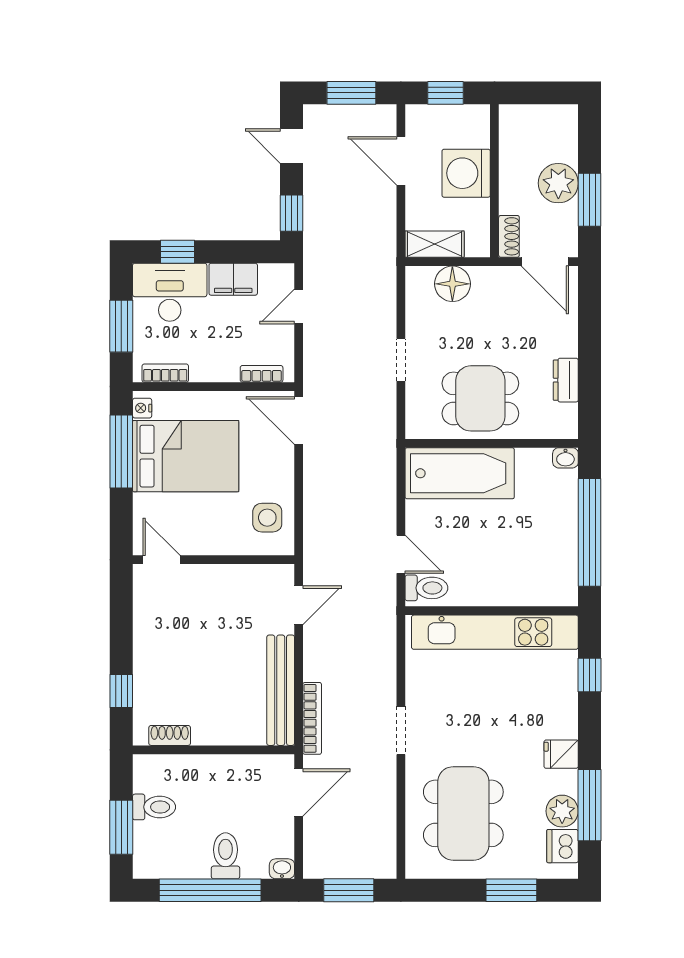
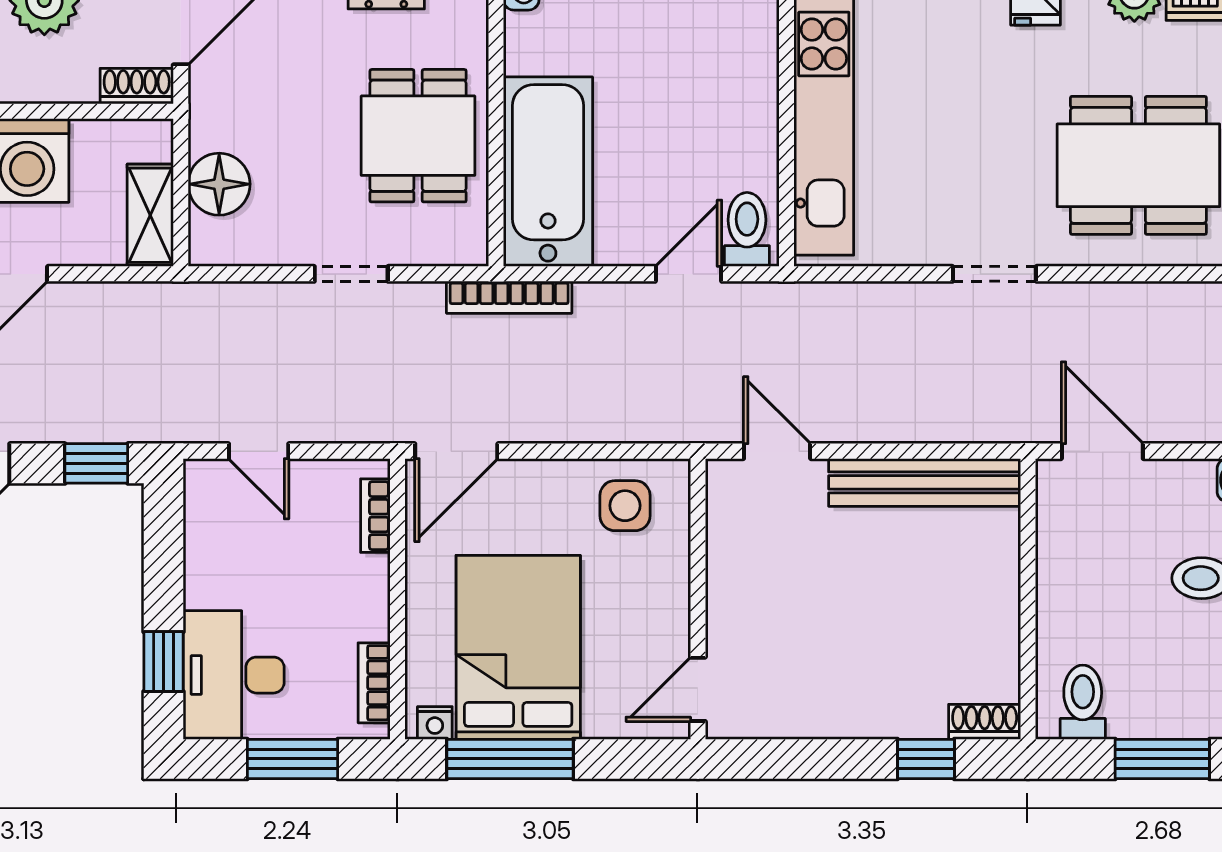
filing cabinet: (233, 279) -> (211, 565), removed
bookcase: (312, 718) -> (509, 297), moved, turned 180
shoe rack: (170, 735) -> (985, 722), moved, turned 90
toilet: (154, 807) -> (1083, 702), moved

